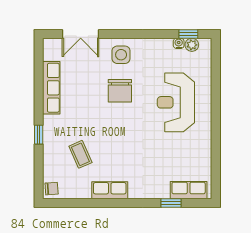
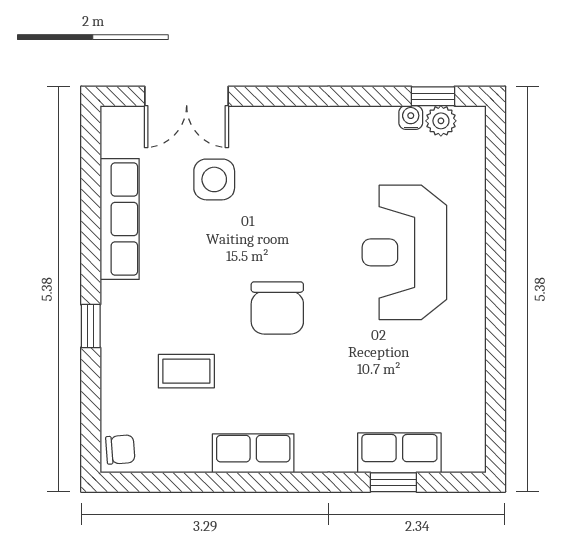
side table: (121, 55) -> (214, 179), moved
chair: (120, 91) -> (277, 308), moved
coffee table: (80, 154) -> (186, 371), turned -66
row of seats: (189, 190) -> (399, 453), moved

